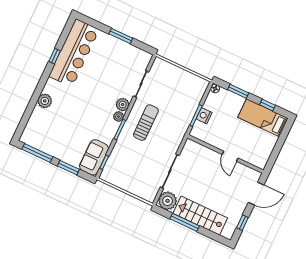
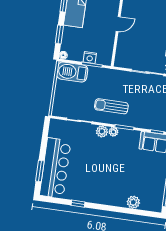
window: (121, 36) -> (40, 171), moved
bar counter: (74, 53) -> (55, 168), moved, turned 90
barbecue: (195, 92) -> (72, 72), added
plant: (45, 101) -> (133, 202), moved

